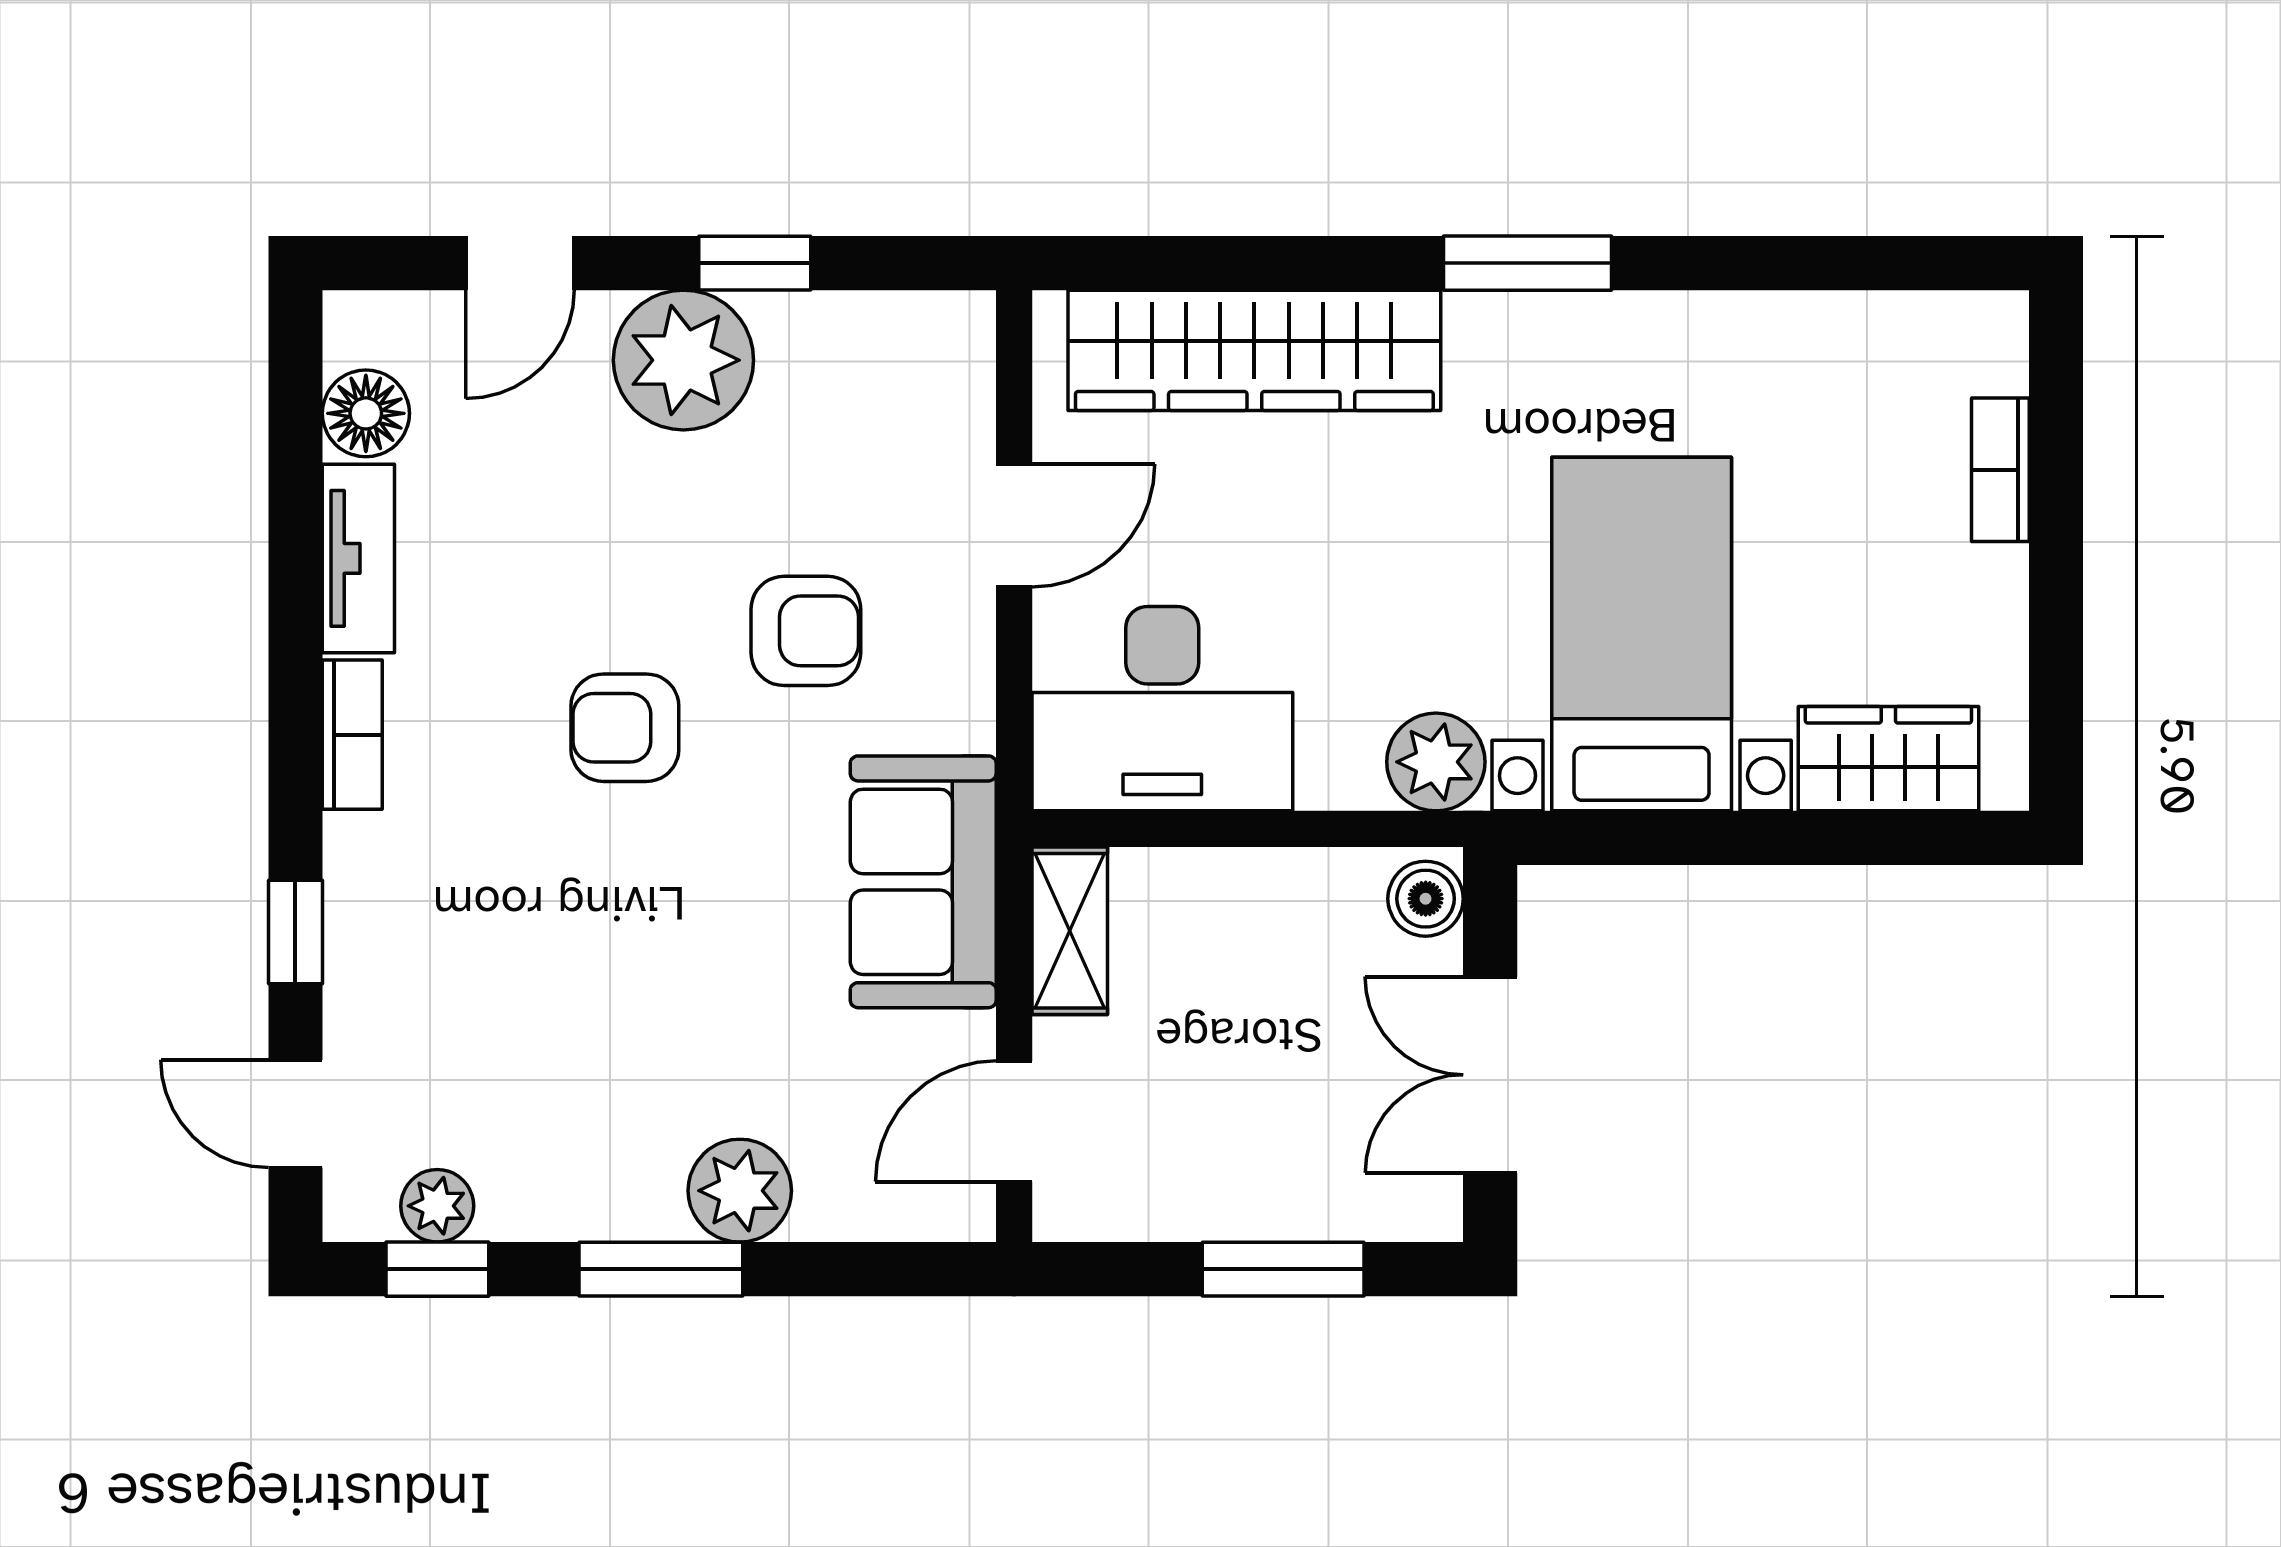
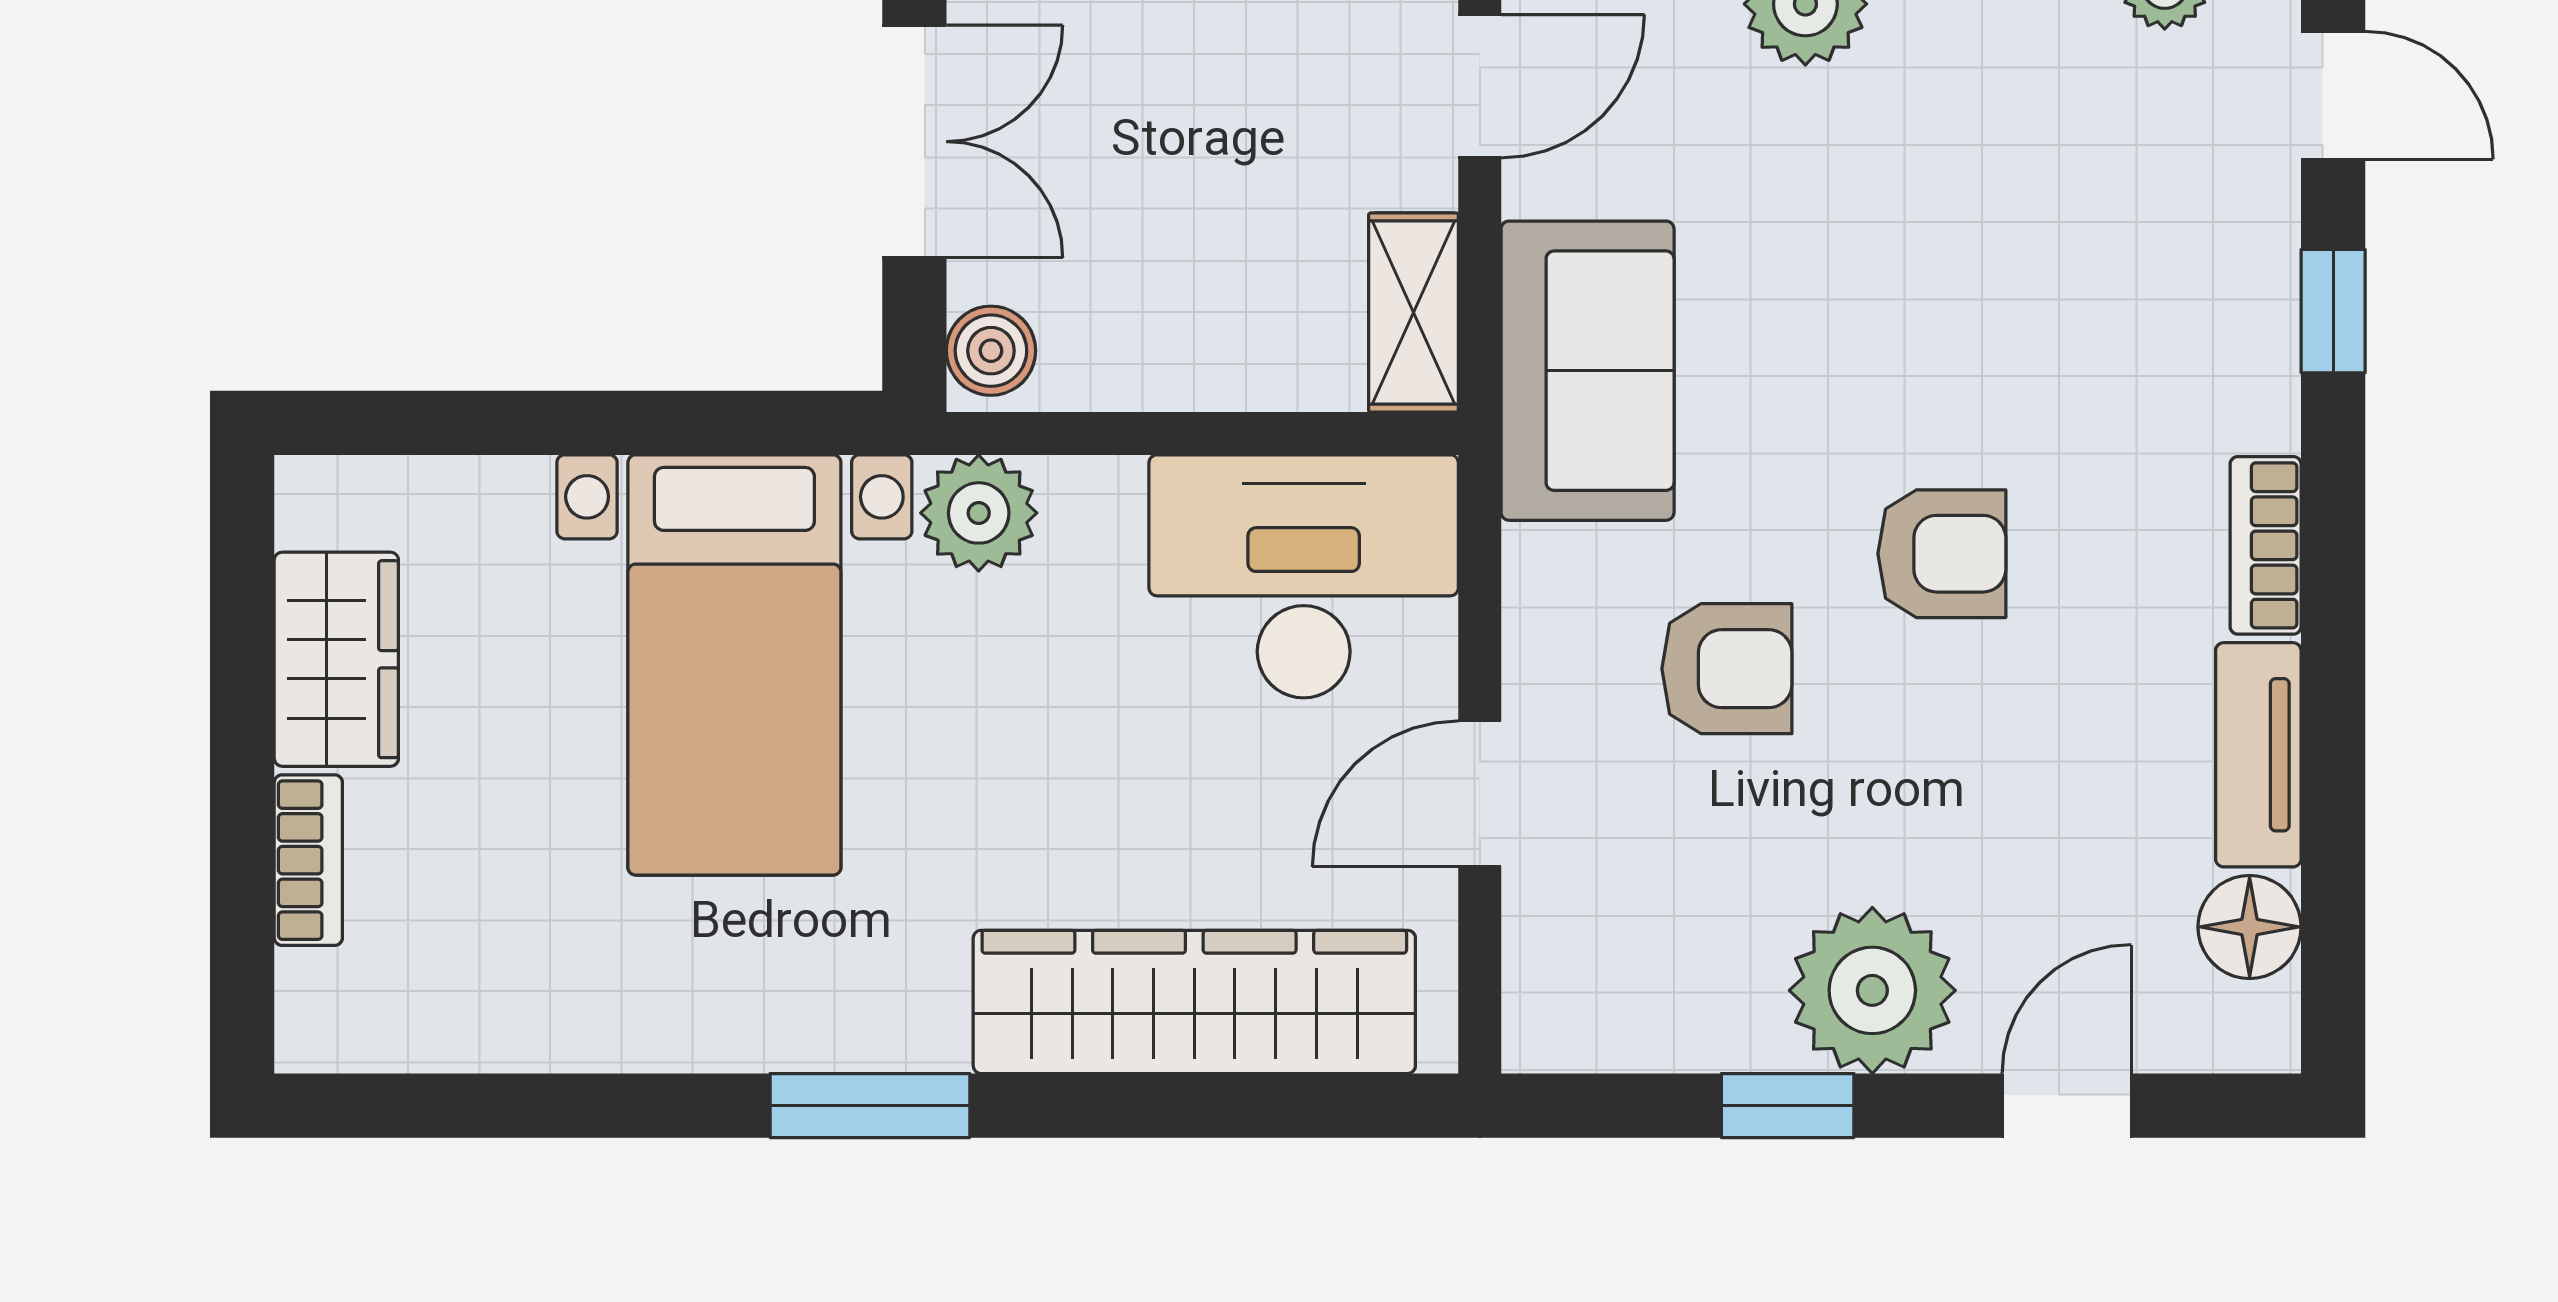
armchair: (806, 631) -> (1727, 669), turned 180
wardrobe: (1888, 759) -> (336, 659), moved, turned -90

